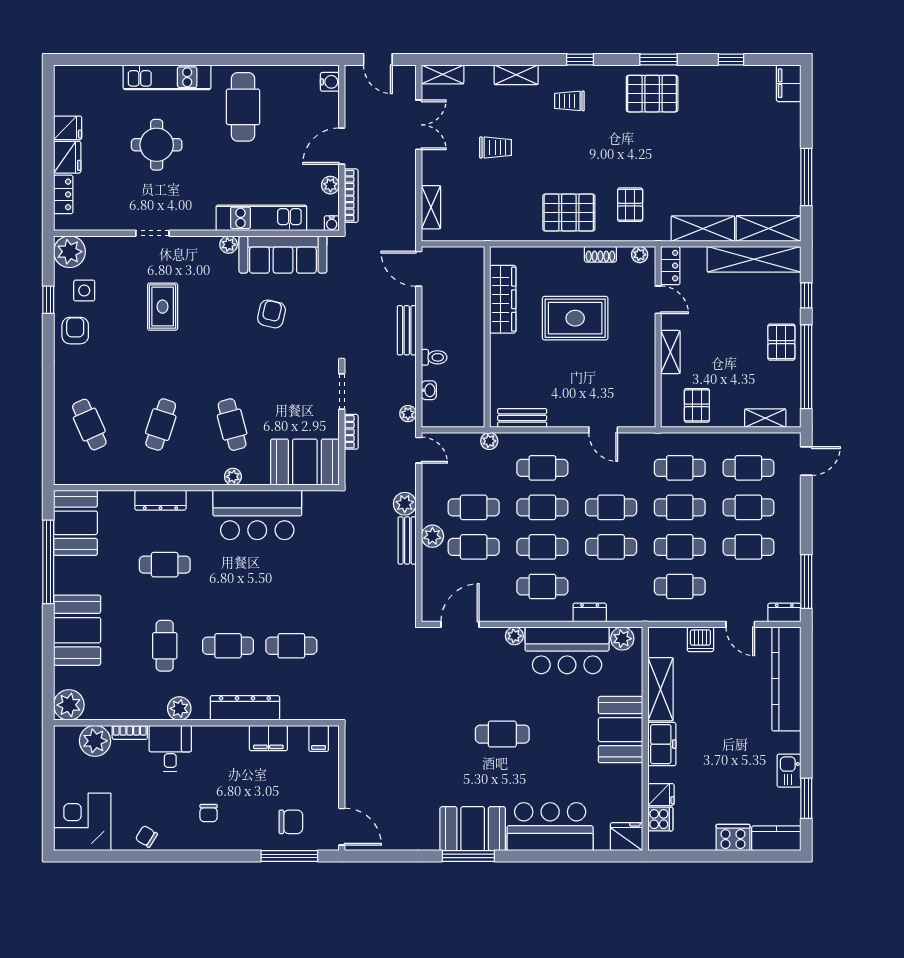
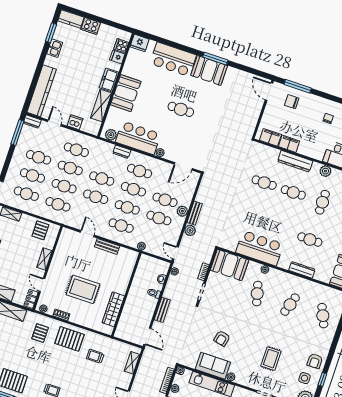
trolley: (496, 147) -> (95, 356), moved
sofa: (283, 254) -> (213, 366), width x0.73
bench: (522, 418) -> (107, 246), moved
filing cabinet: (319, 738) -> (270, 137), width x2.00

